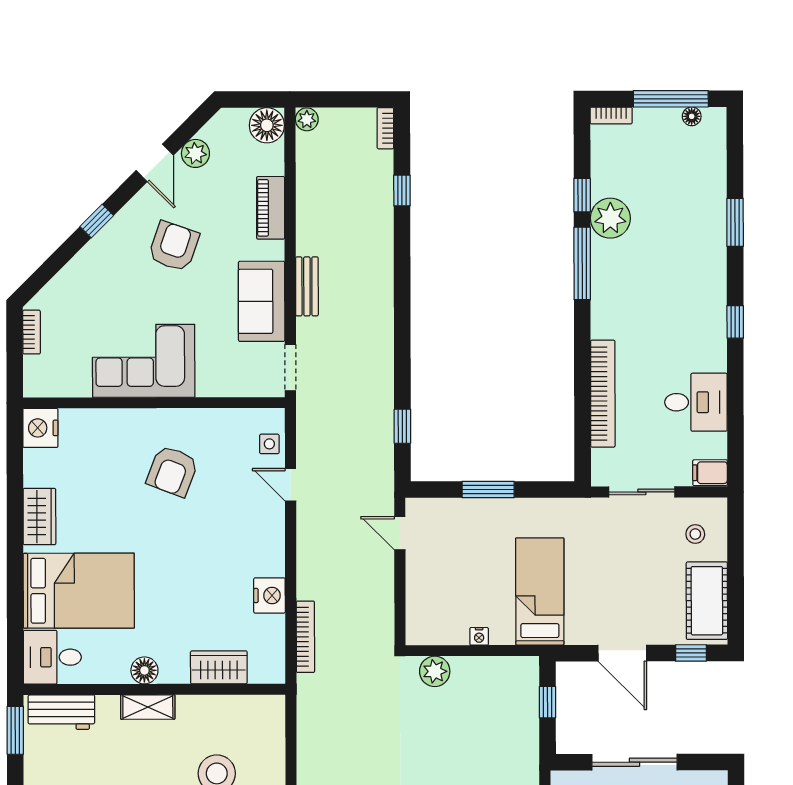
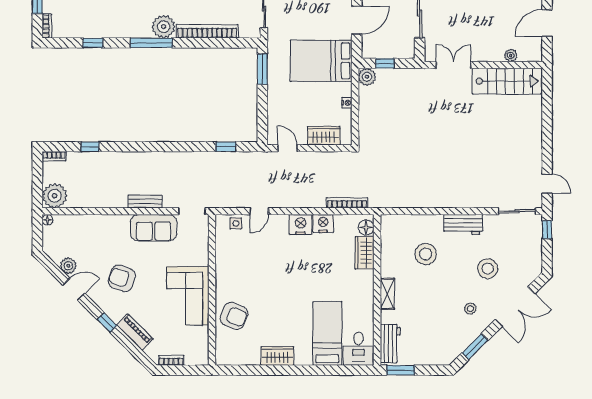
plant: (307, 119) -> (55, 196), width x1.88, depth x1.88
floor lamp: (267, 125) -> (47, 220), width x0.53, depth x0.53
piano: (271, 208) -> (135, 332), moved, turned -135
plant: (610, 218) -> (164, 27), moved
window: (582, 263) -> (151, 43), moved
nightstand: (40, 428) -> (301, 224), moved, turned 180
armchair: (172, 471) -> (234, 316), moved
window: (488, 490) -> (262, 69), moved
door: (400, 533) -> (287, 148), swing flipped
bed: (79, 591) -> (327, 333), width x0.67
bed: (540, 592) -> (321, 61), width x1.50
wardrobe: (422, 596) -> (324, 136), added
floor lamp: (144, 670) -> (366, 227), moved
plant: (435, 671) -> (367, 77), moved

